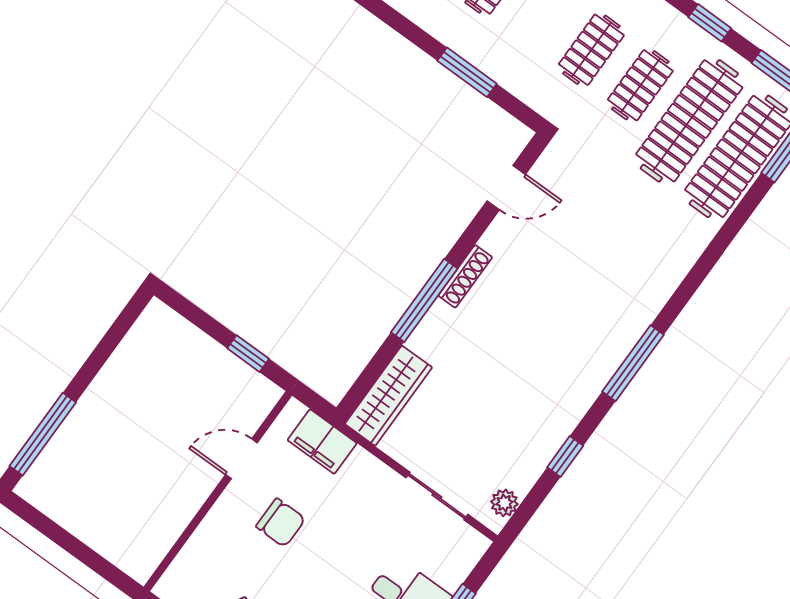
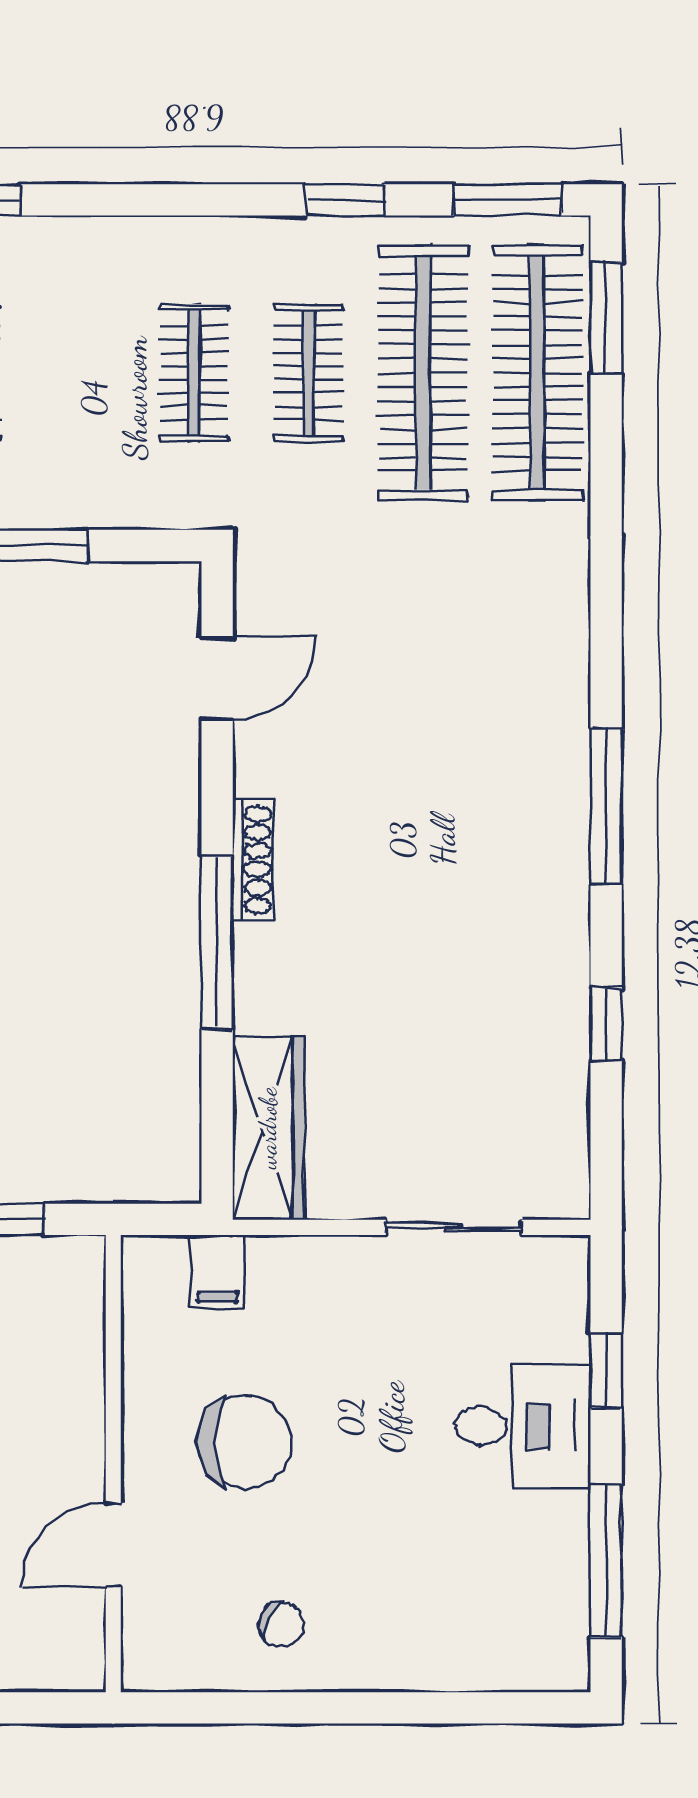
filing cabinet: (322, 442) -> (218, 1272), width x0.50
door: (241, 459) -> (113, 1545), moved
plant: (504, 503) -> (565, 1163), removed
chair: (281, 523) -> (244, 1442), width x1.37, depth x1.37

